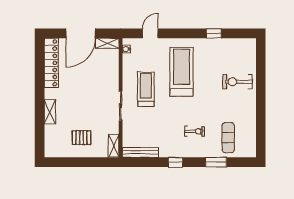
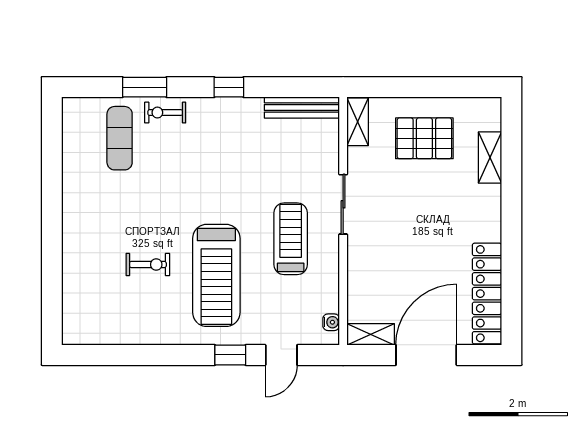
window: (214, 33) -> (230, 355), moved
exercise bike: (238, 82) -> (148, 264), moved, width x0.73, depth x0.72
treadmill: (146, 89) -> (291, 239), turned 180
shelving: (50, 112) -> (490, 157), moved
exercise bike: (195, 131) -> (165, 113), moved
pallet: (81, 138) -> (424, 138), width x1.50, depth x1.42

